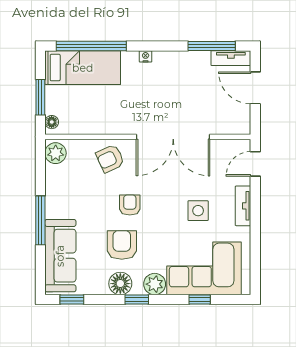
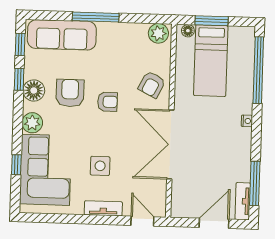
bed: (83, 68) -> (211, 61), moved
armchair: (110, 158) -> (152, 85), turned -128
armchair: (122, 245) -> (70, 93), turned -90
window: (137, 300) -> (19, 79), moved

